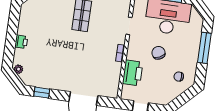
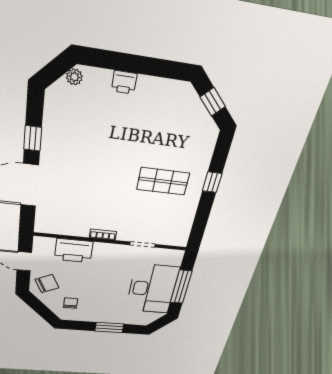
window: (204, 48) -> (109, 328), width x0.69
chair: (159, 53) -> (47, 284), moved
window: (42, 93) -> (33, 138), moved

